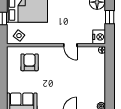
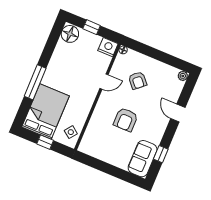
armchair: (30, 62) -> (126, 120), moved, turned -90
armchair: (82, 72) -> (138, 80), added

